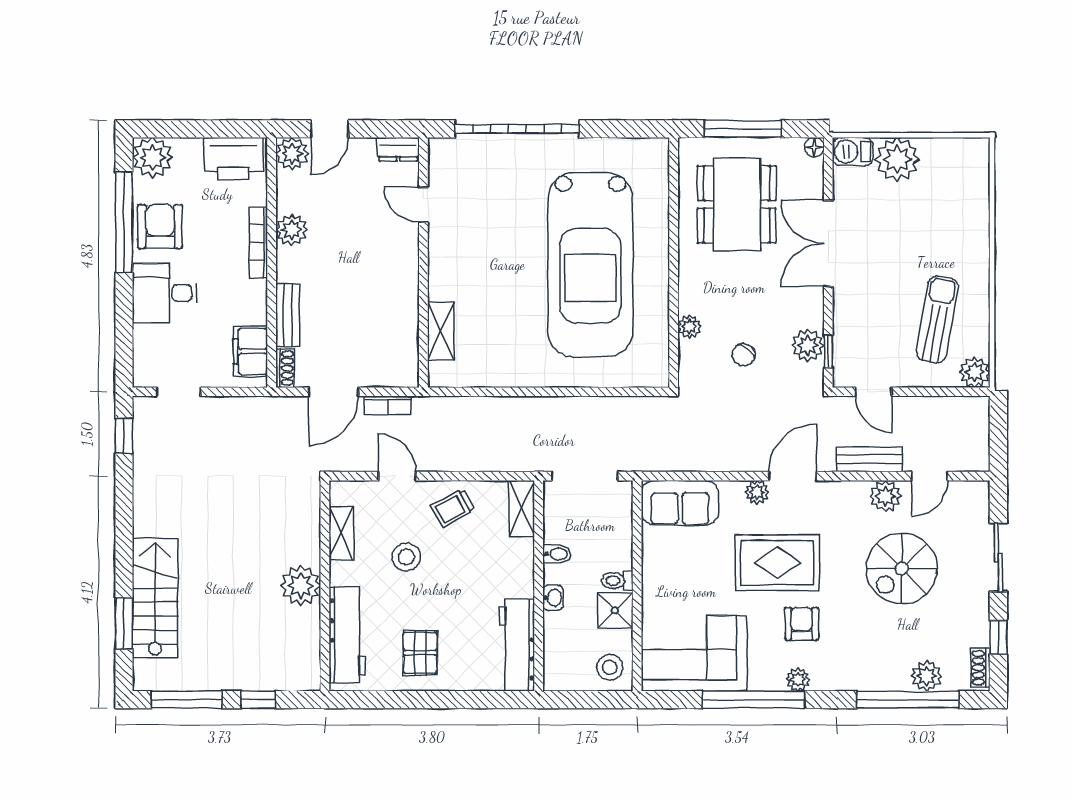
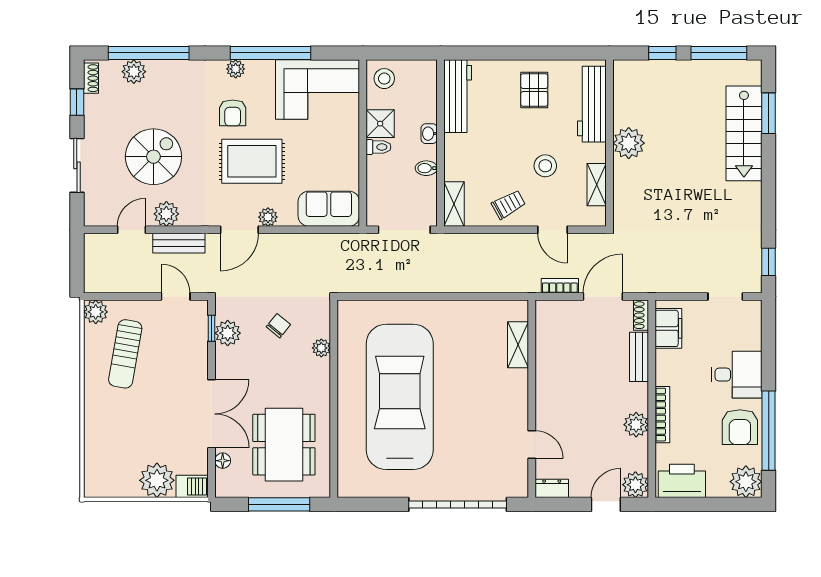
floor lamp: (814, 147) -> (223, 461), moved

